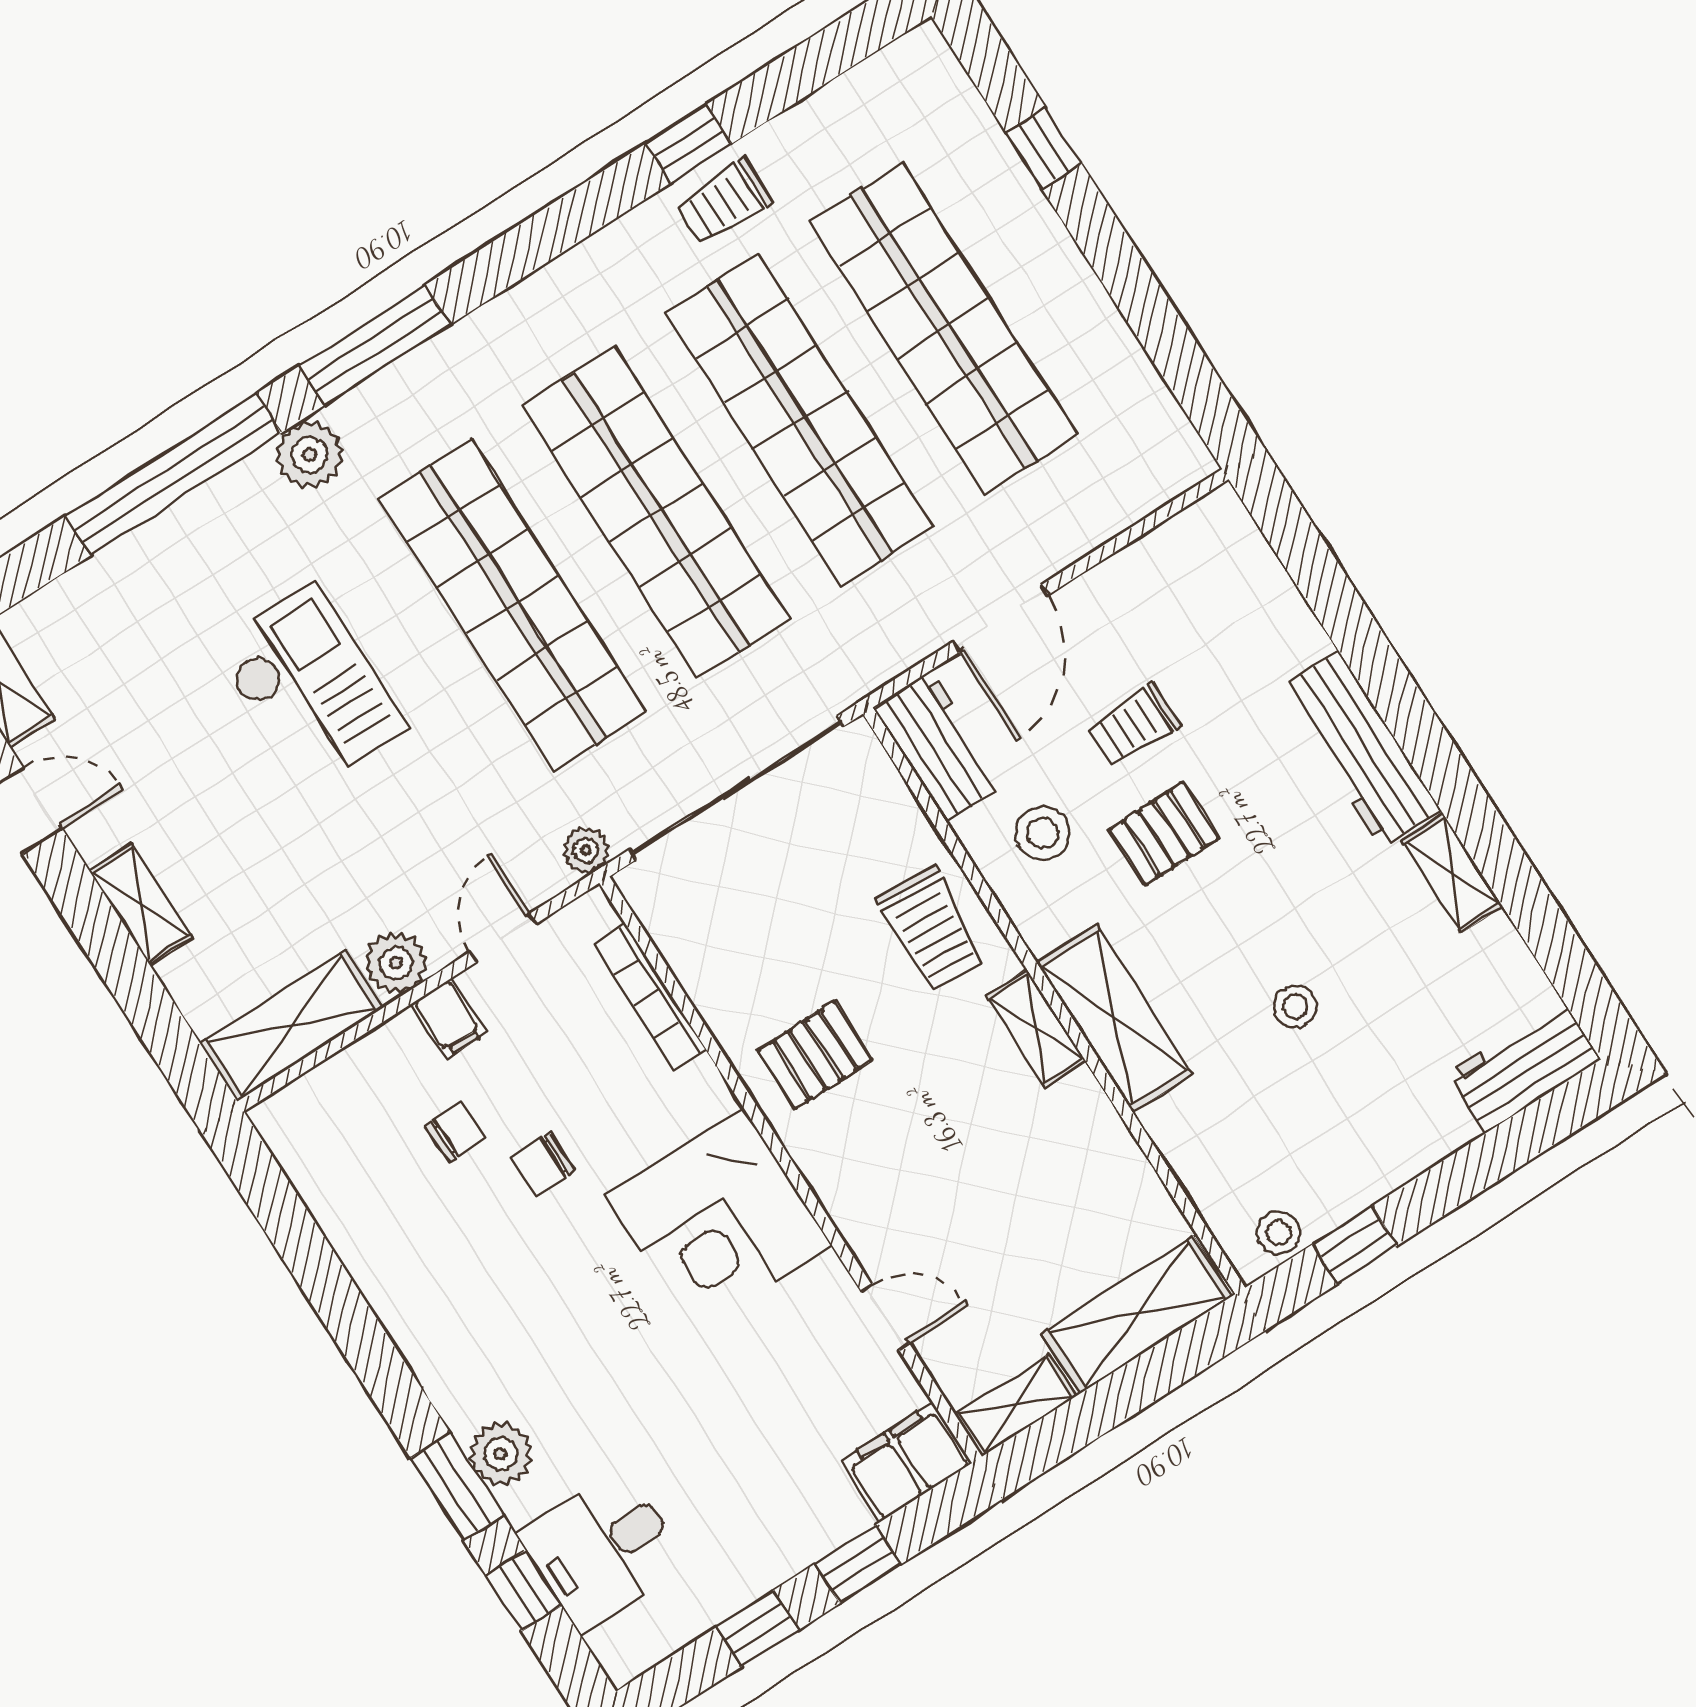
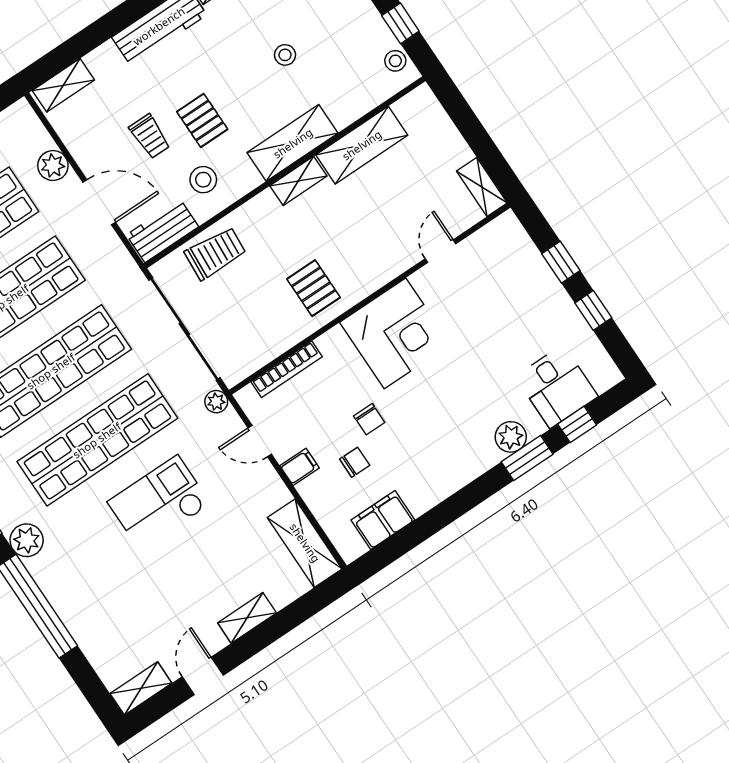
shelving: (1242, 550) -> (63, 85), added
checkout: (310, 688) -> (159, 503), moved
trolley: (931, 929) -> (215, 253), moved
plant: (396, 963) -> (53, 166), moved
chair: (456, 1132) -> (355, 462), turned 92
shelving: (1137, 1315) -> (362, 145), moved, turned 90
filing cabinet: (906, 1462) -> (383, 520), moved, turned 90

